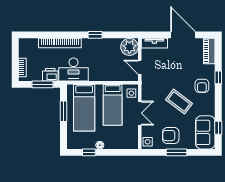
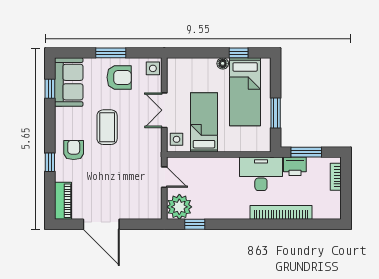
window: (95, 35) -> (195, 224), moved
tv unit: (154, 43) -> (143, 212), removed
coffee table: (179, 102) -> (107, 127), turned 53
bed: (84, 108) -> (245, 92), moved, turned 180

